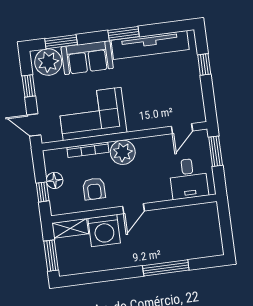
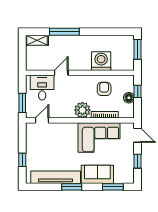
plant: (48, 62) -> (123, 175), removed
door: (134, 209) -> (61, 73), moved
shelving: (70, 228) -> (37, 40), moved

